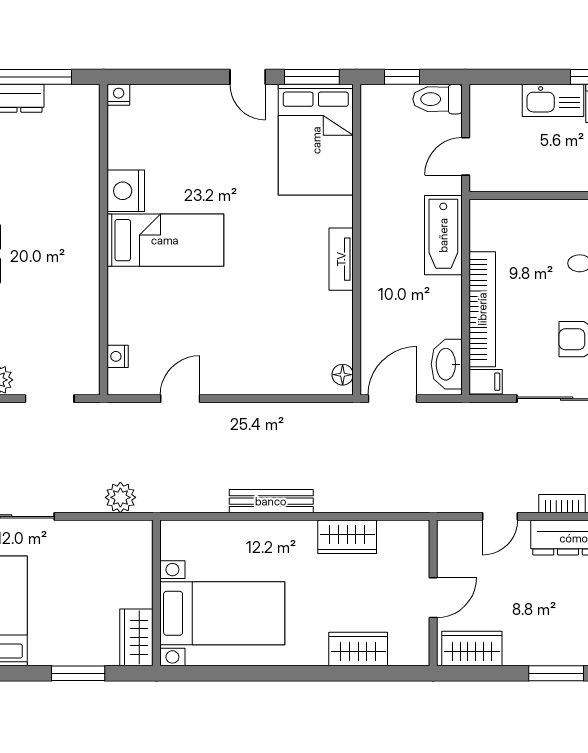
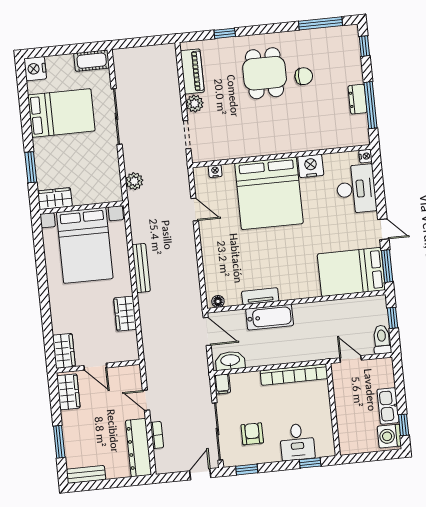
door: (248, 77) -> (383, 229), swing flipped
desk: (173, 117) -> (356, 189), added
bathtub: (443, 235) -> (270, 317), moved, turned 180
bed: (165, 240) -> (269, 193), width x2.04
tv unit: (341, 259) -> (260, 296), moved
bookcase: (482, 309) -> (294, 375), moved
bed with nightstands: (222, 613) -> (85, 245), width x1.36
wardrobe: (358, 649) -> (64, 351), moved

